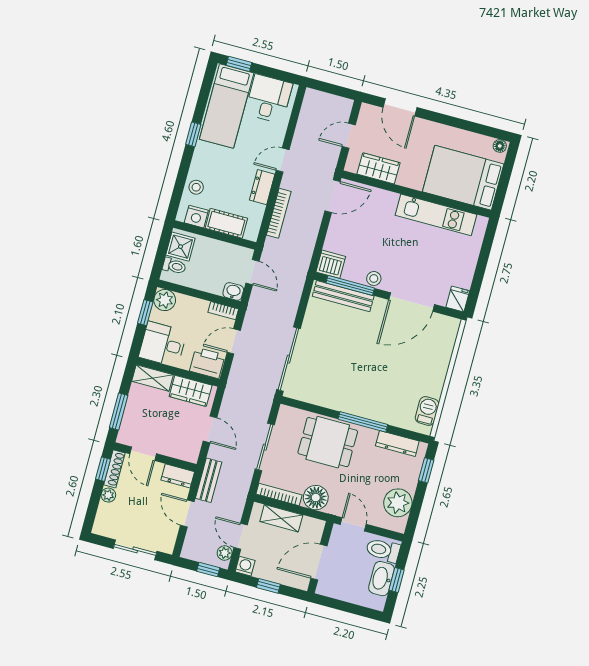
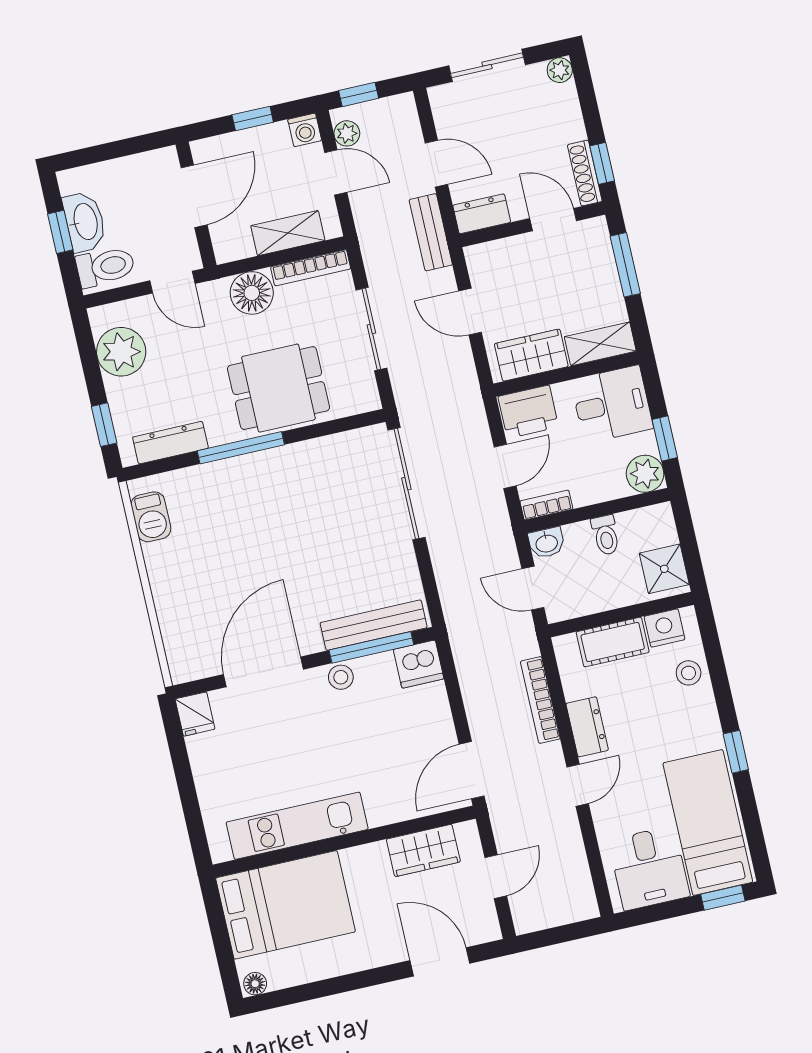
toilet: (174, 266) -> (606, 535), moved, turned -90
plant: (108, 495) -> (560, 70), moved

